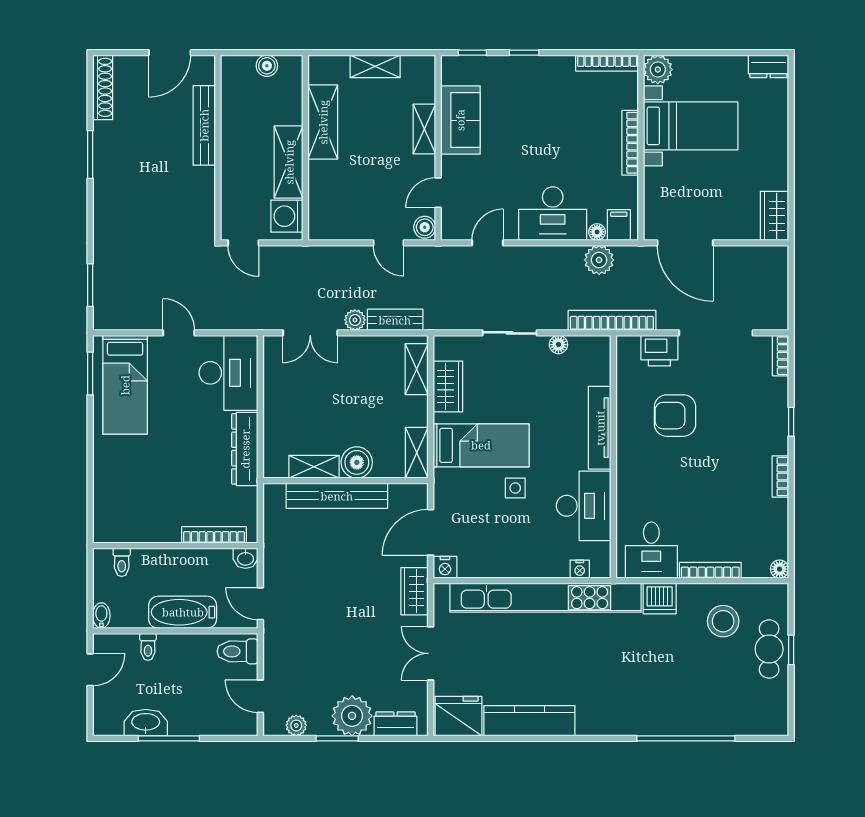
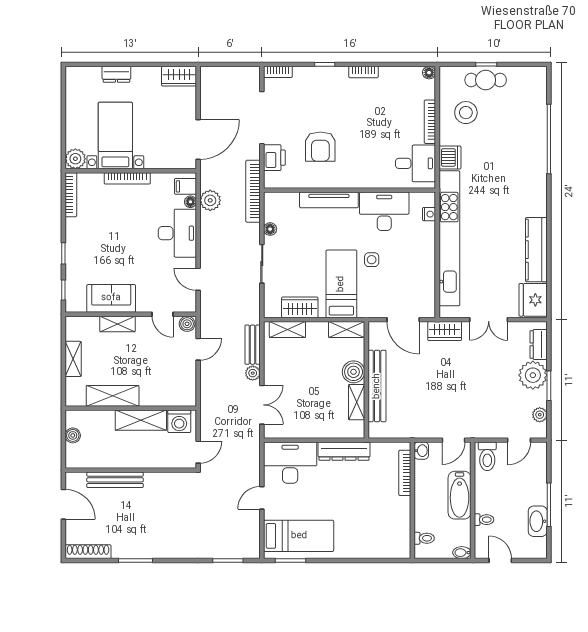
dresser: (768, 66) -> (116, 74), moved, turned 90
nightstand: (445, 567) -> (428, 309), removed

